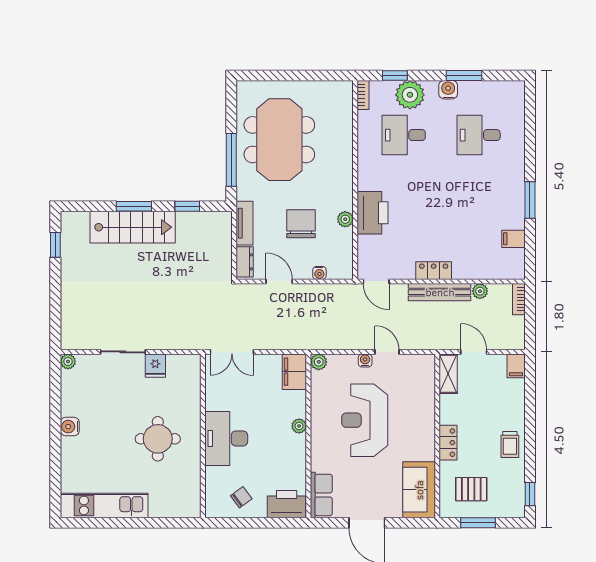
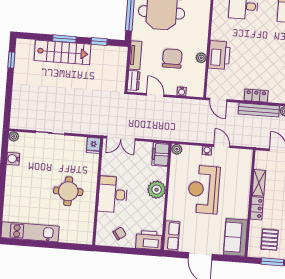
fridge: (155, 366) -> (93, 145), moved
shelving: (448, 374) -> (259, 183), moved
plant: (299, 426) -> (157, 190), width x1.88, depth x1.88
water cooler: (70, 427) -> (13, 159), moved
pallet: (471, 489) -> (270, 240), turned 90

